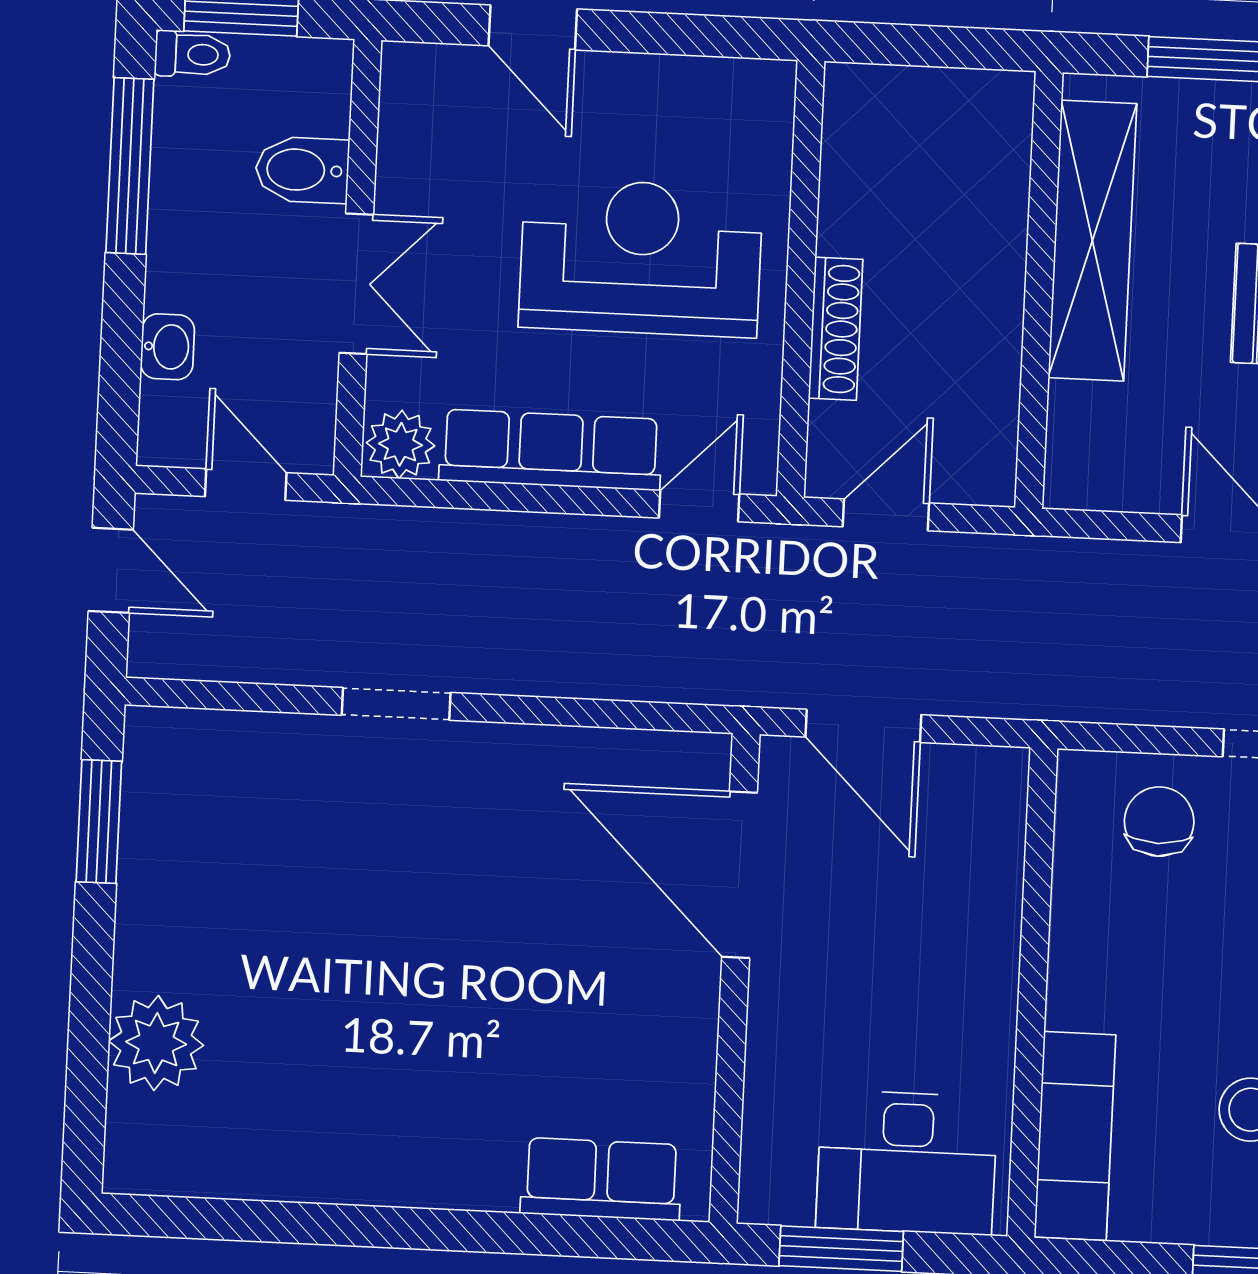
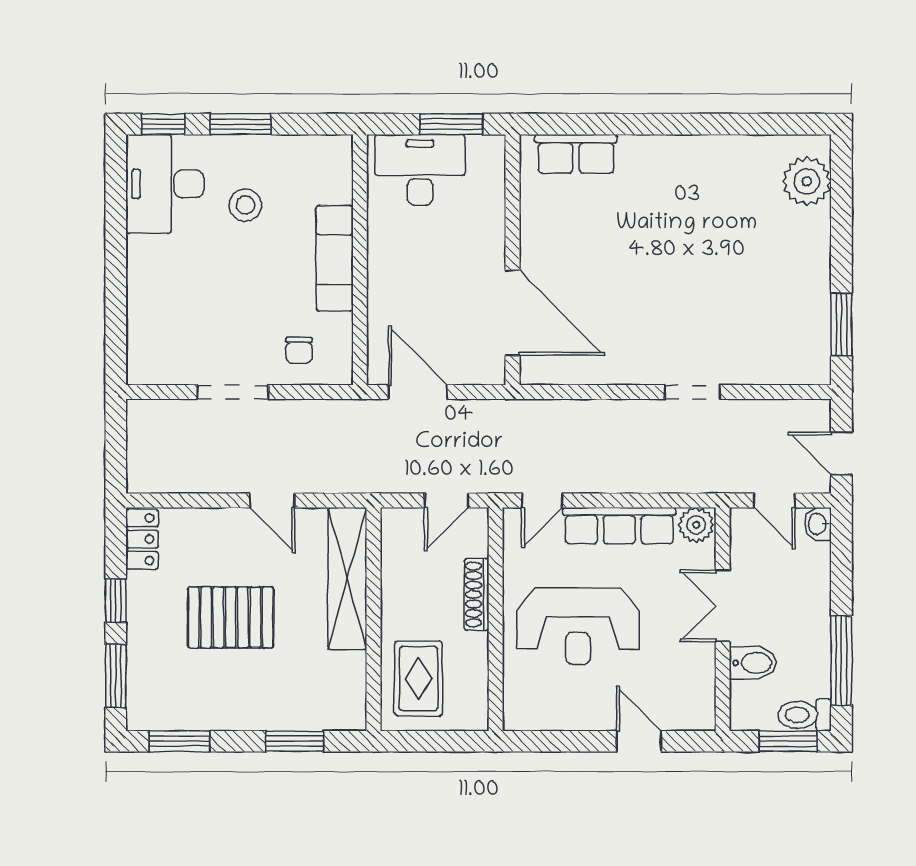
toilet: (193, 54) -> (805, 715), width x1.37, depth x1.39
rug: (956, 170) -> (419, 679), added
shelving: (1092, 241) -> (347, 578), moved
washbasin: (167, 347) -> (818, 524), moved
door: (863, 726) -> (418, 392), moved
chair: (1159, 822) -> (299, 350), width x0.73, depth x0.73
plant: (156, 1043) -> (807, 181), moved
exam couch: (1075, 1136) -> (335, 258), moved

